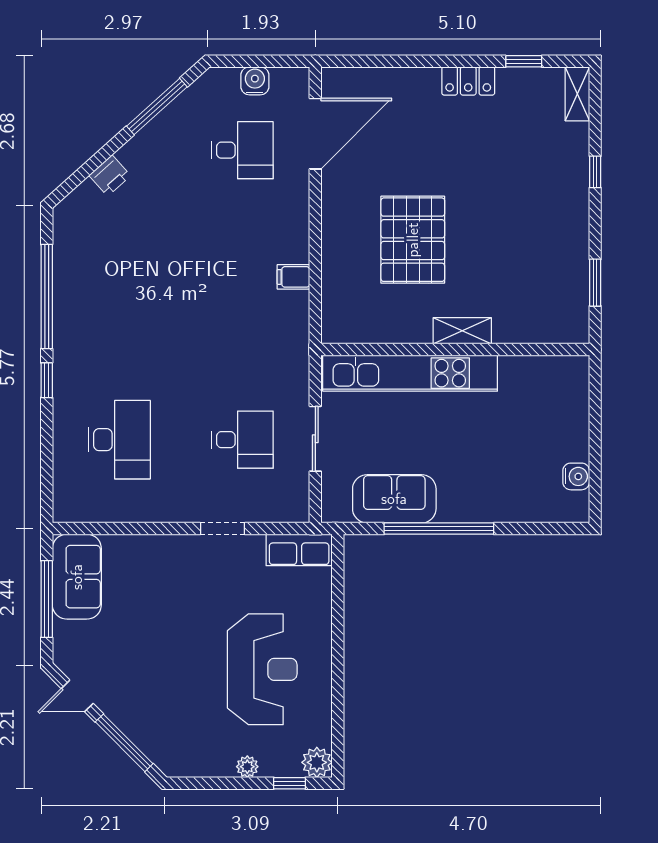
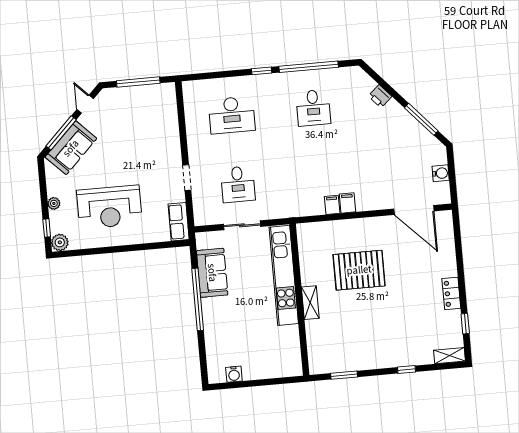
desk: (242, 150) -> (313, 108), moved
filing cabinet: (292, 250) -> (347, 203), added
sofa: (77, 577) -> (71, 148), moved, turned -45

